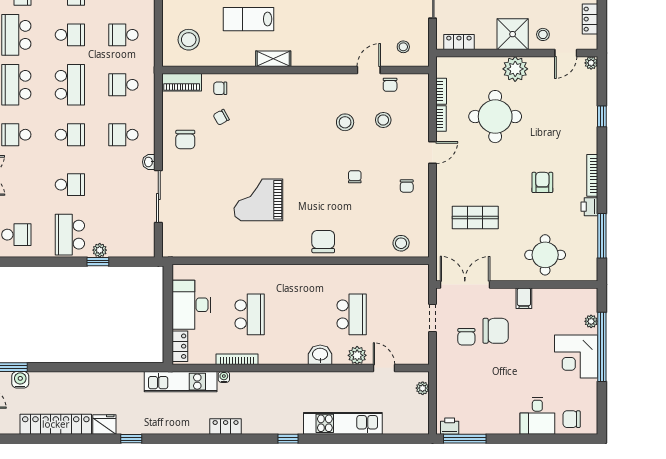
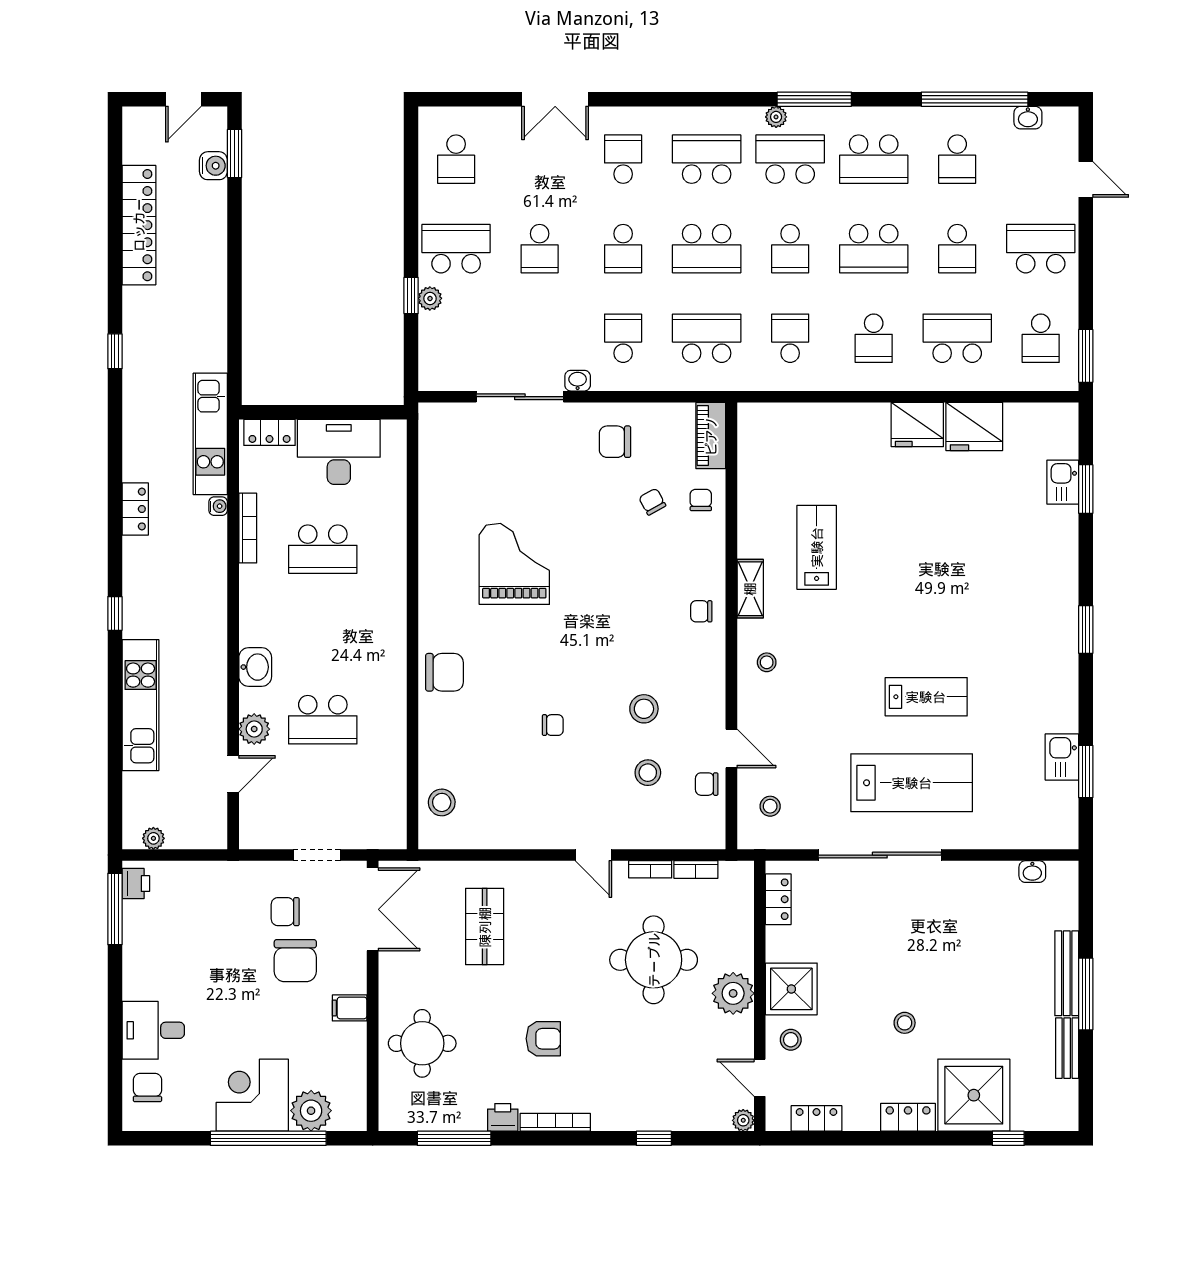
stool: (189, 40) -> (767, 662), moved, width x0.53, depth x0.53
school desk: (123, 85) -> (707, 338), width x1.85
chair: (407, 186) -> (701, 611), moved
plant: (591, 321) -> (311, 1111), width x1.88, depth x1.88
plant: (423, 388) -> (153, 838), moved
fridge: (104, 424) -> (139, 306), removed

